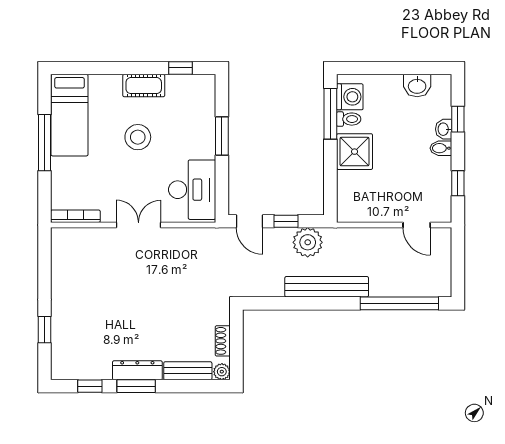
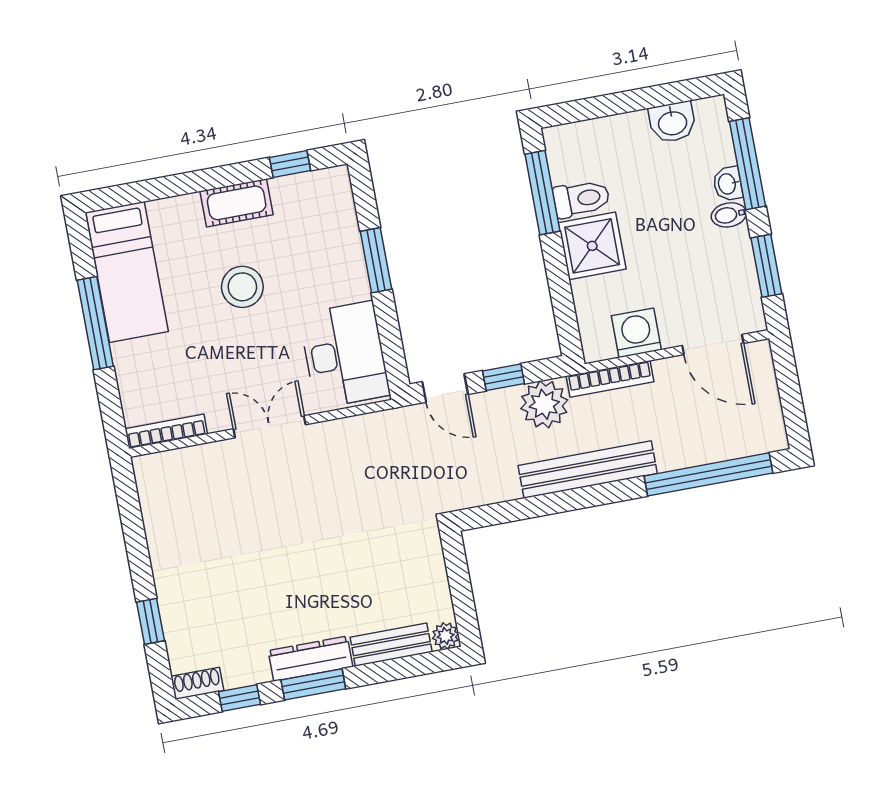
washing machine: (350, 97) -> (636, 333), moved, turned -90
toilet: (349, 119) -> (581, 199), width x1.37, depth x1.39
window: (458, 119) -> (747, 164), width x2.17
window: (458, 183) -> (766, 266), width x1.50
door: (417, 225) -> (713, 345), width x1.38
bookcase: (350, 234) -> (610, 379), added
shoe rack: (223, 341) -> (197, 683), moved, turned 90

